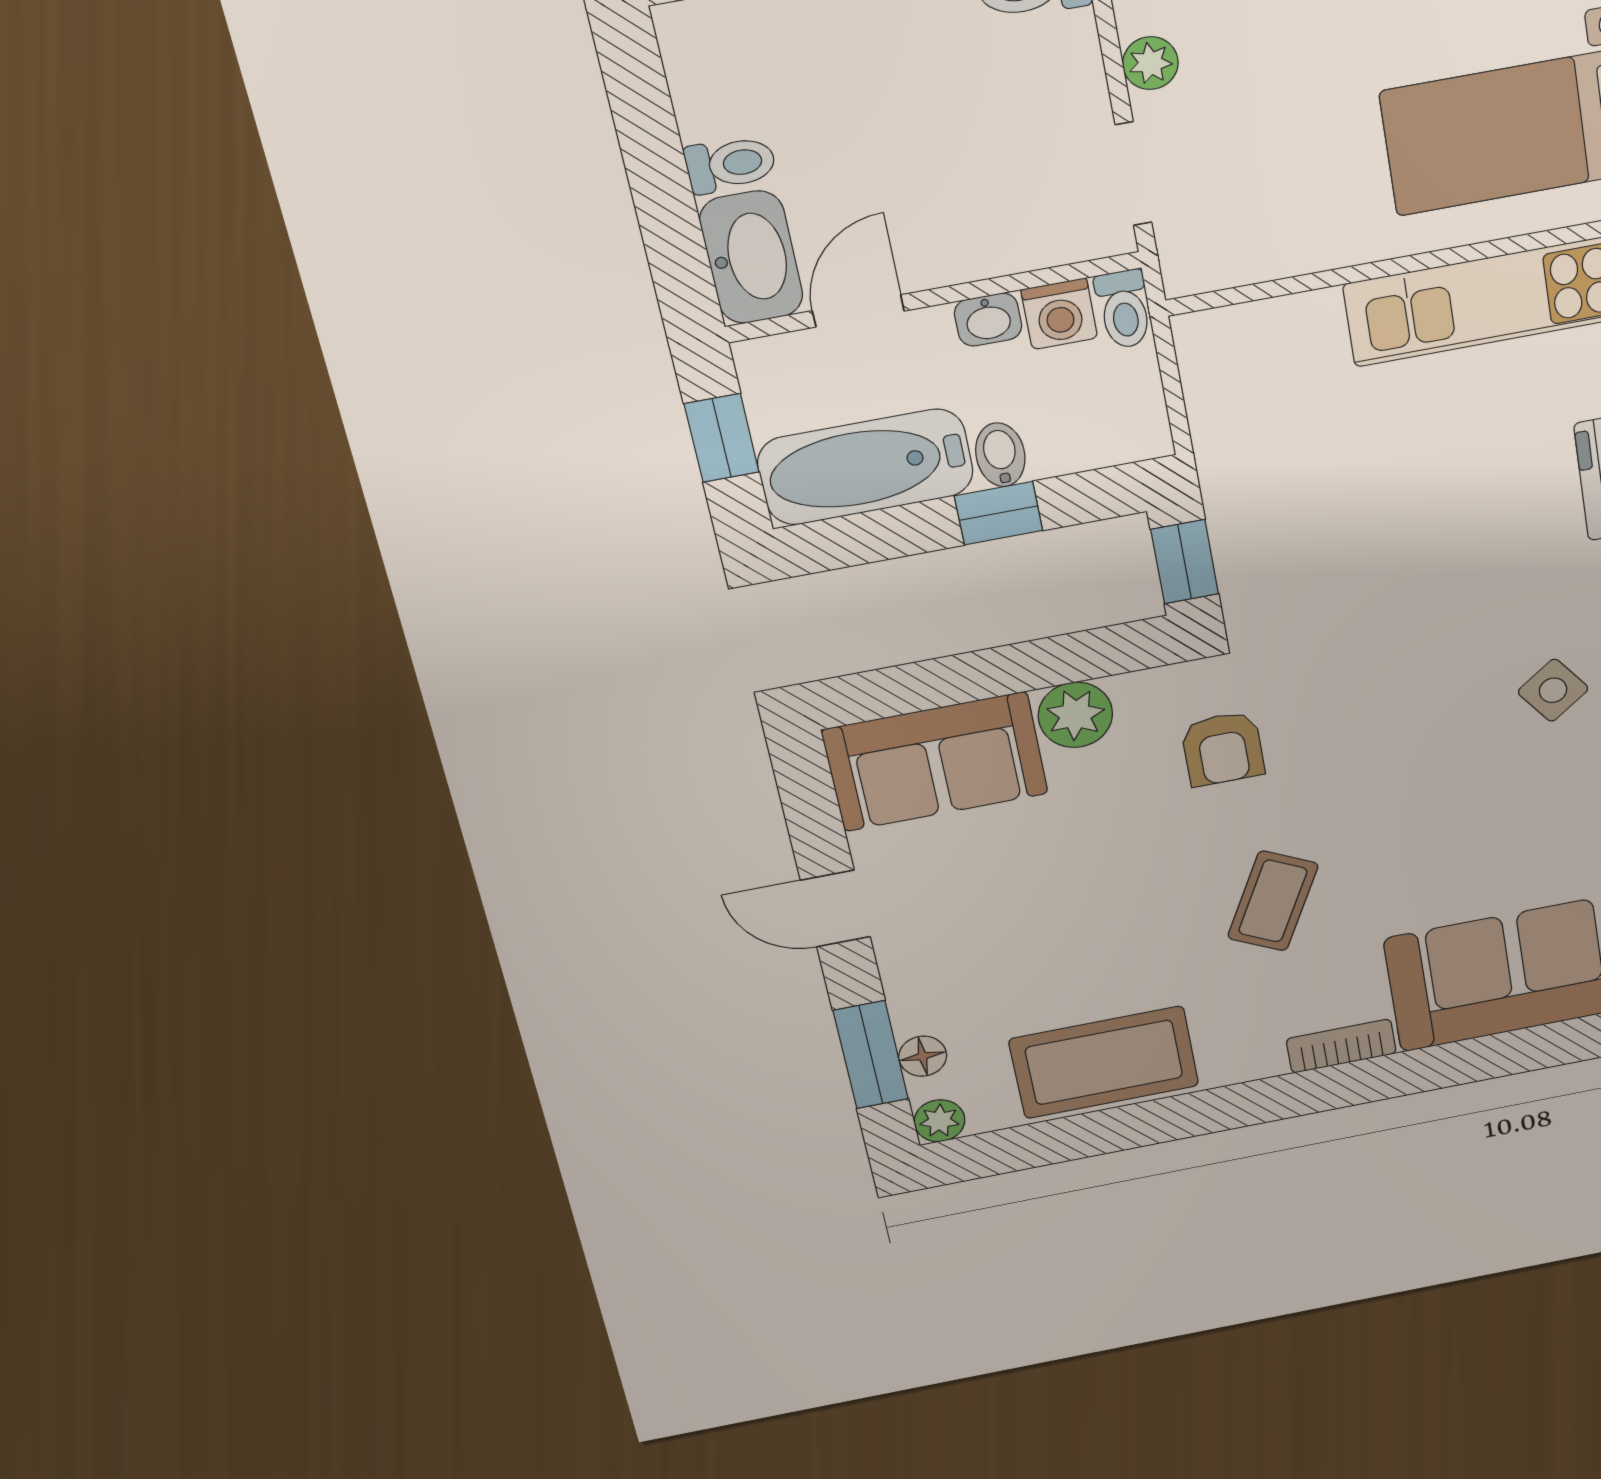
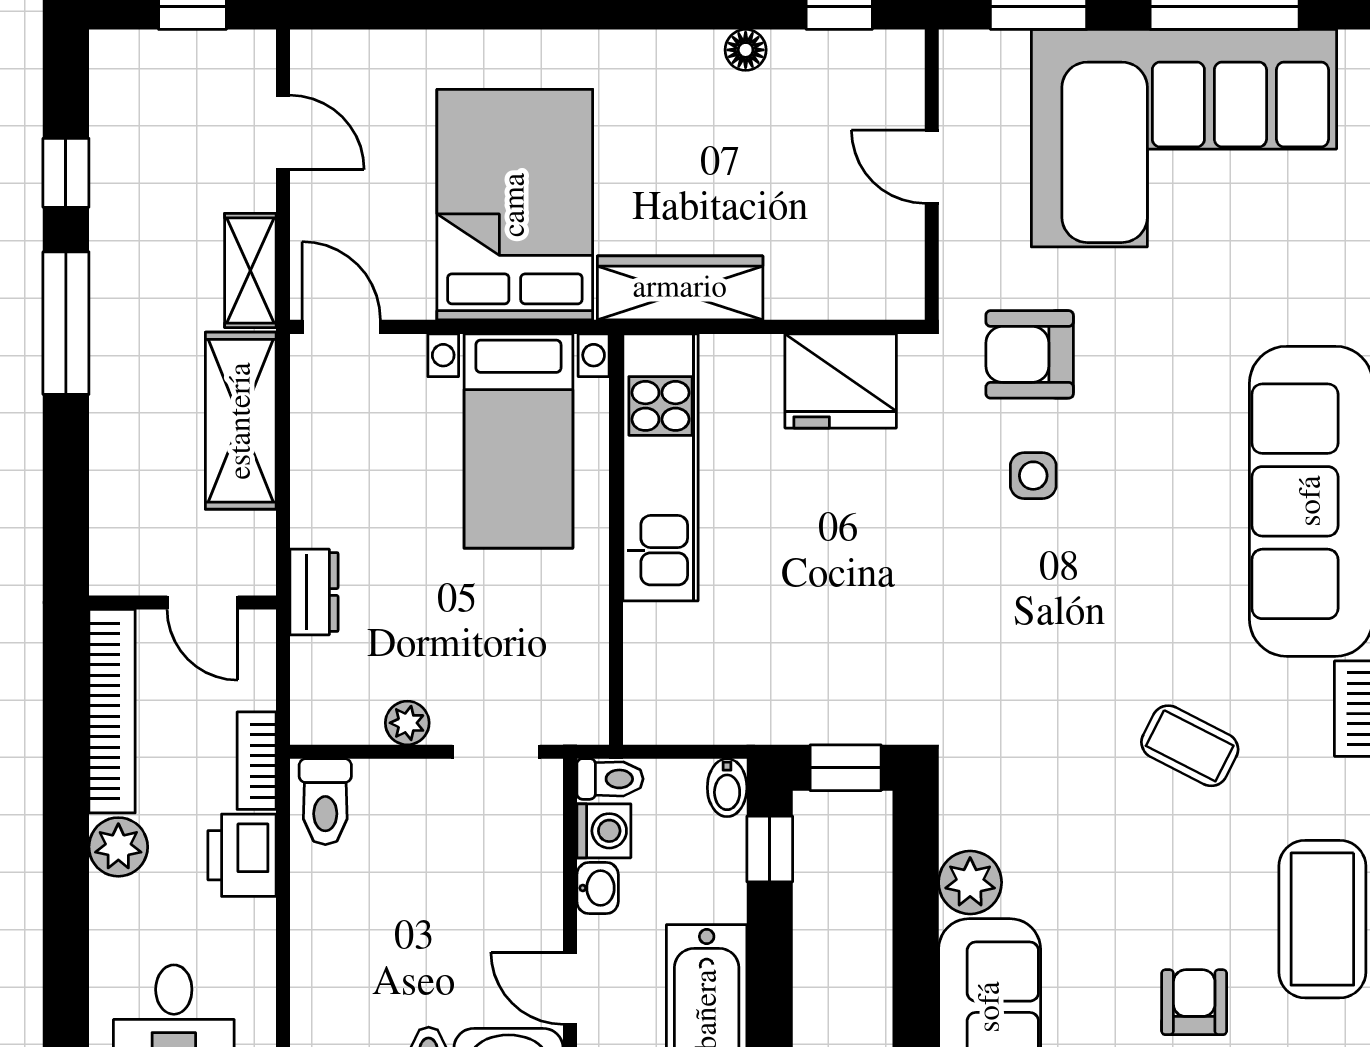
bidet: (1000, 455) -> (727, 788), moved, turned -90
window: (999, 513) -> (770, 849), moved
side table: (1553, 690) -> (1033, 476), turned 36
armchair: (1223, 749) -> (1194, 1002), moved, turned -90

